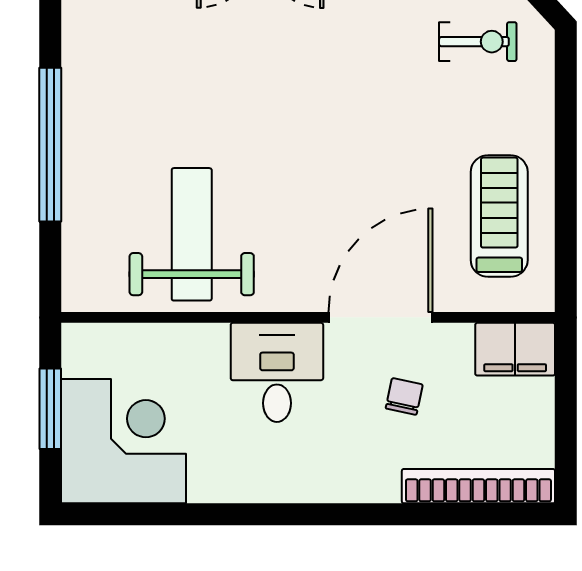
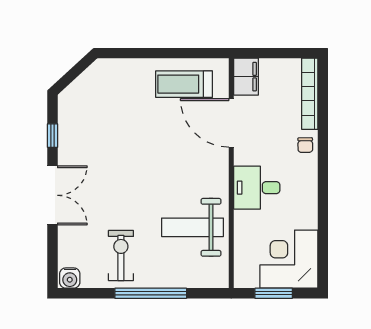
exercise bike: (478, 42) -> (121, 255), moved, width x1.38, depth x1.39
door: (380, 317) -> (231, 123), moved
chair: (404, 396) -> (305, 145), moved, turned -103

